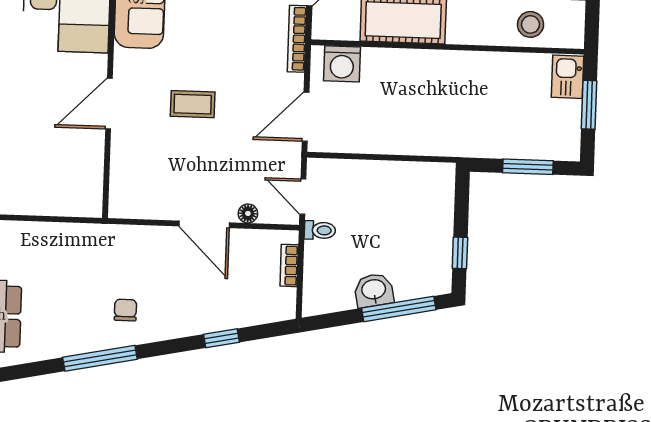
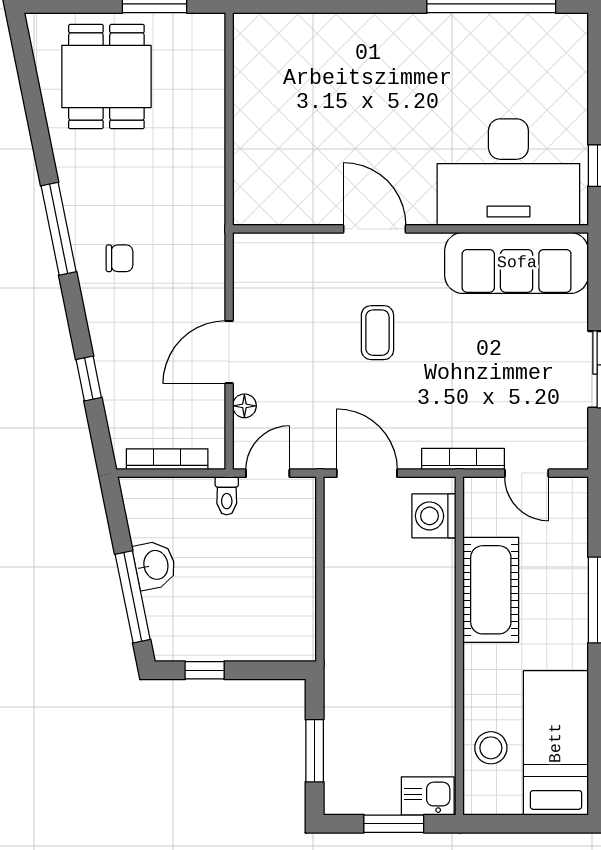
bookcase: (289, 265) -> (167, 459), width x1.56

